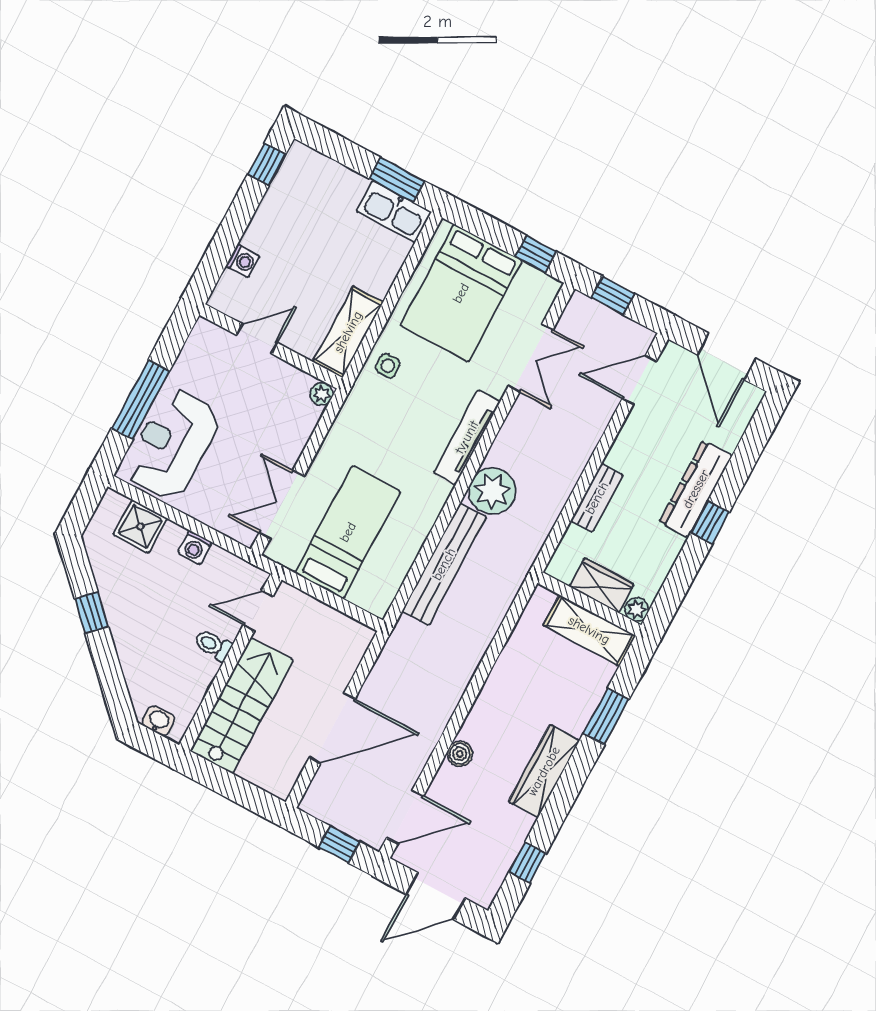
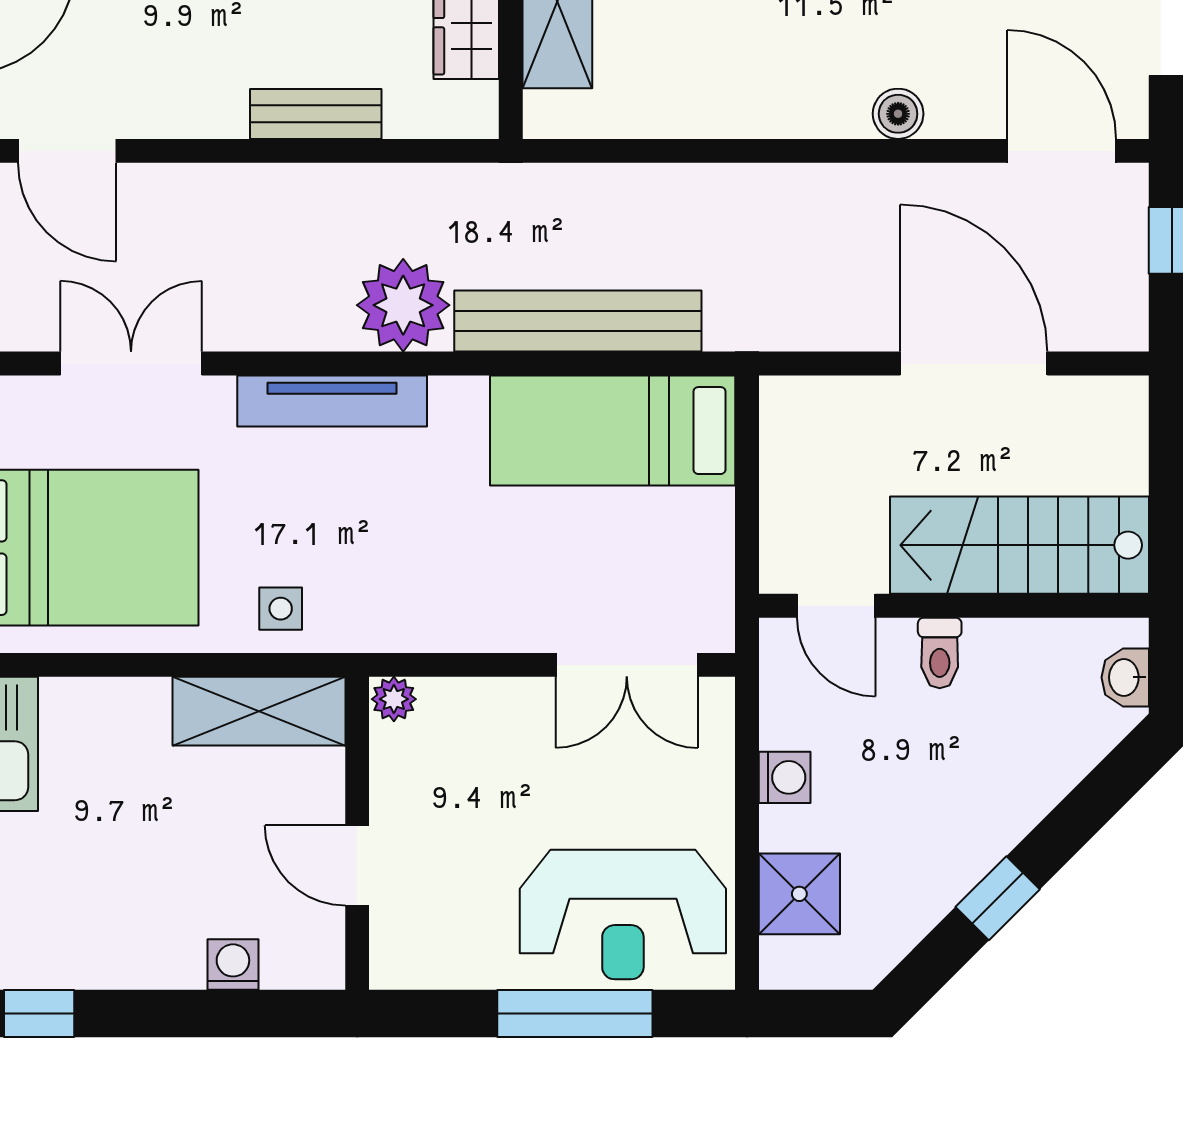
bed: (348, 532) -> (613, 431), moved

